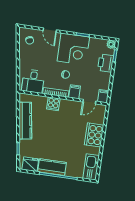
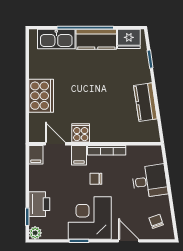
desk: (33, 81) -> (150, 181), moved, turned 82
door: (89, 102) -> (55, 144), hinge flipped
cooker: (53, 104) -> (81, 133), moved
kitchen counter: (25, 121) -> (145, 102), width x0.67
kitchen sink: (91, 167) -> (56, 39), moved, turned 90

